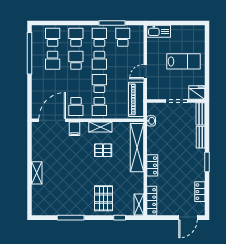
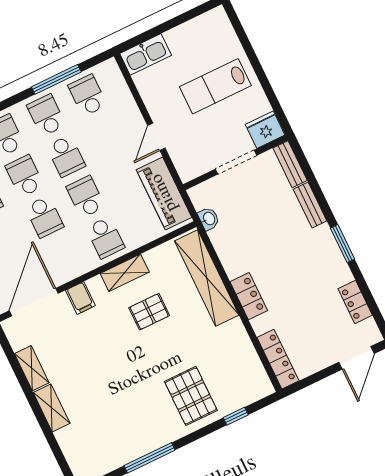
lab bench: (184, 61) -> (215, 86), turned 180
school desk: (76, 107) -> (44, 217), moved
shelving: (139, 205) -> (32, 368), moved

